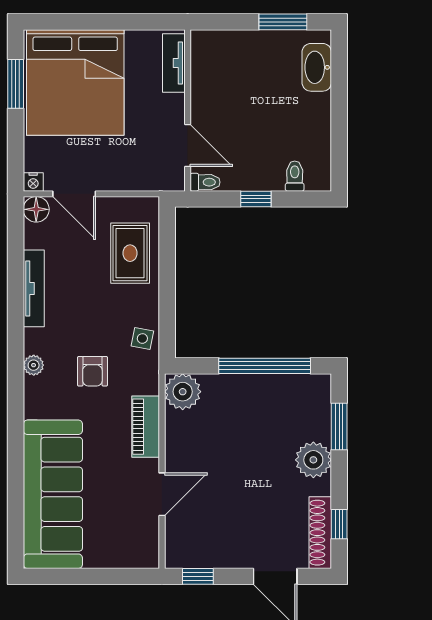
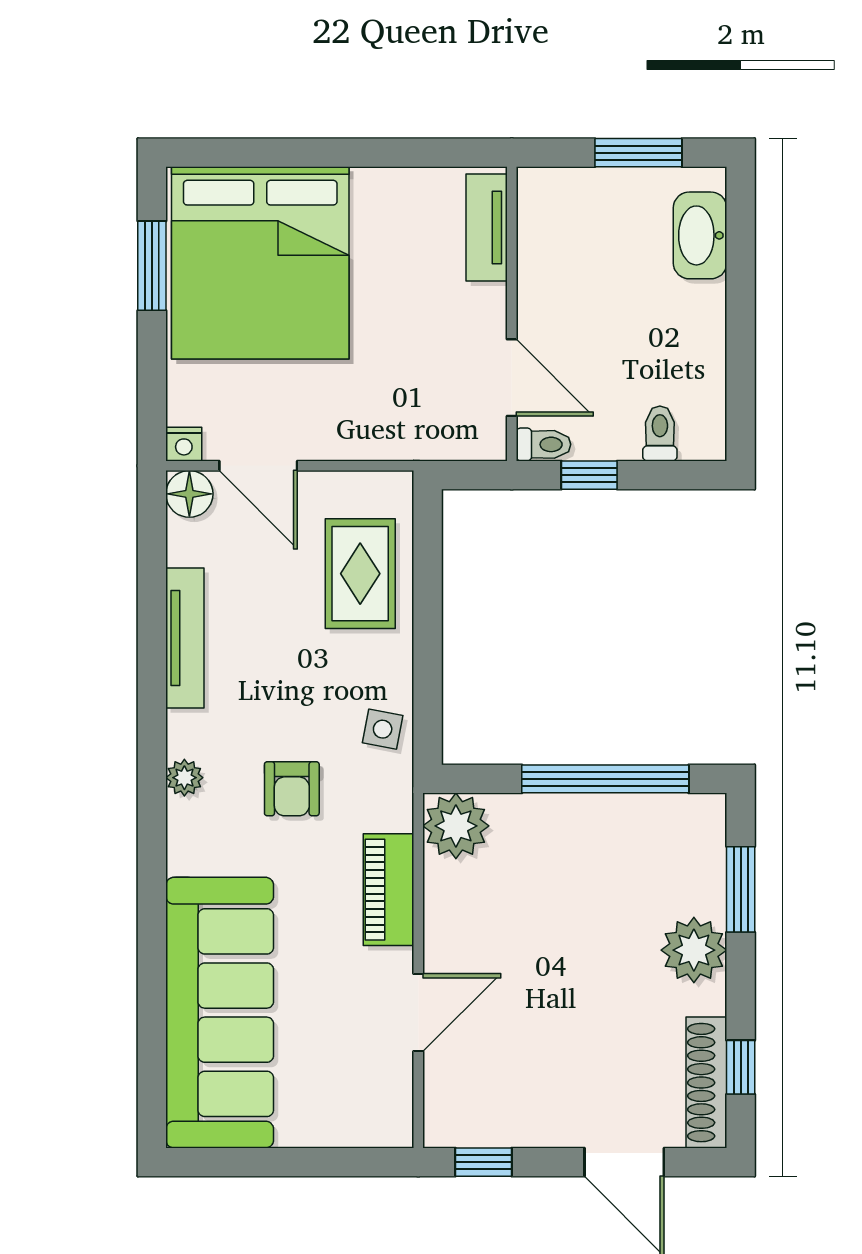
tv unit: (174, 63) -> (487, 228), moved
wall: (188, 110) -> (512, 314), moved
door: (188, 145) -> (512, 378), moved
toilet: (205, 182) -> (543, 444), moved

